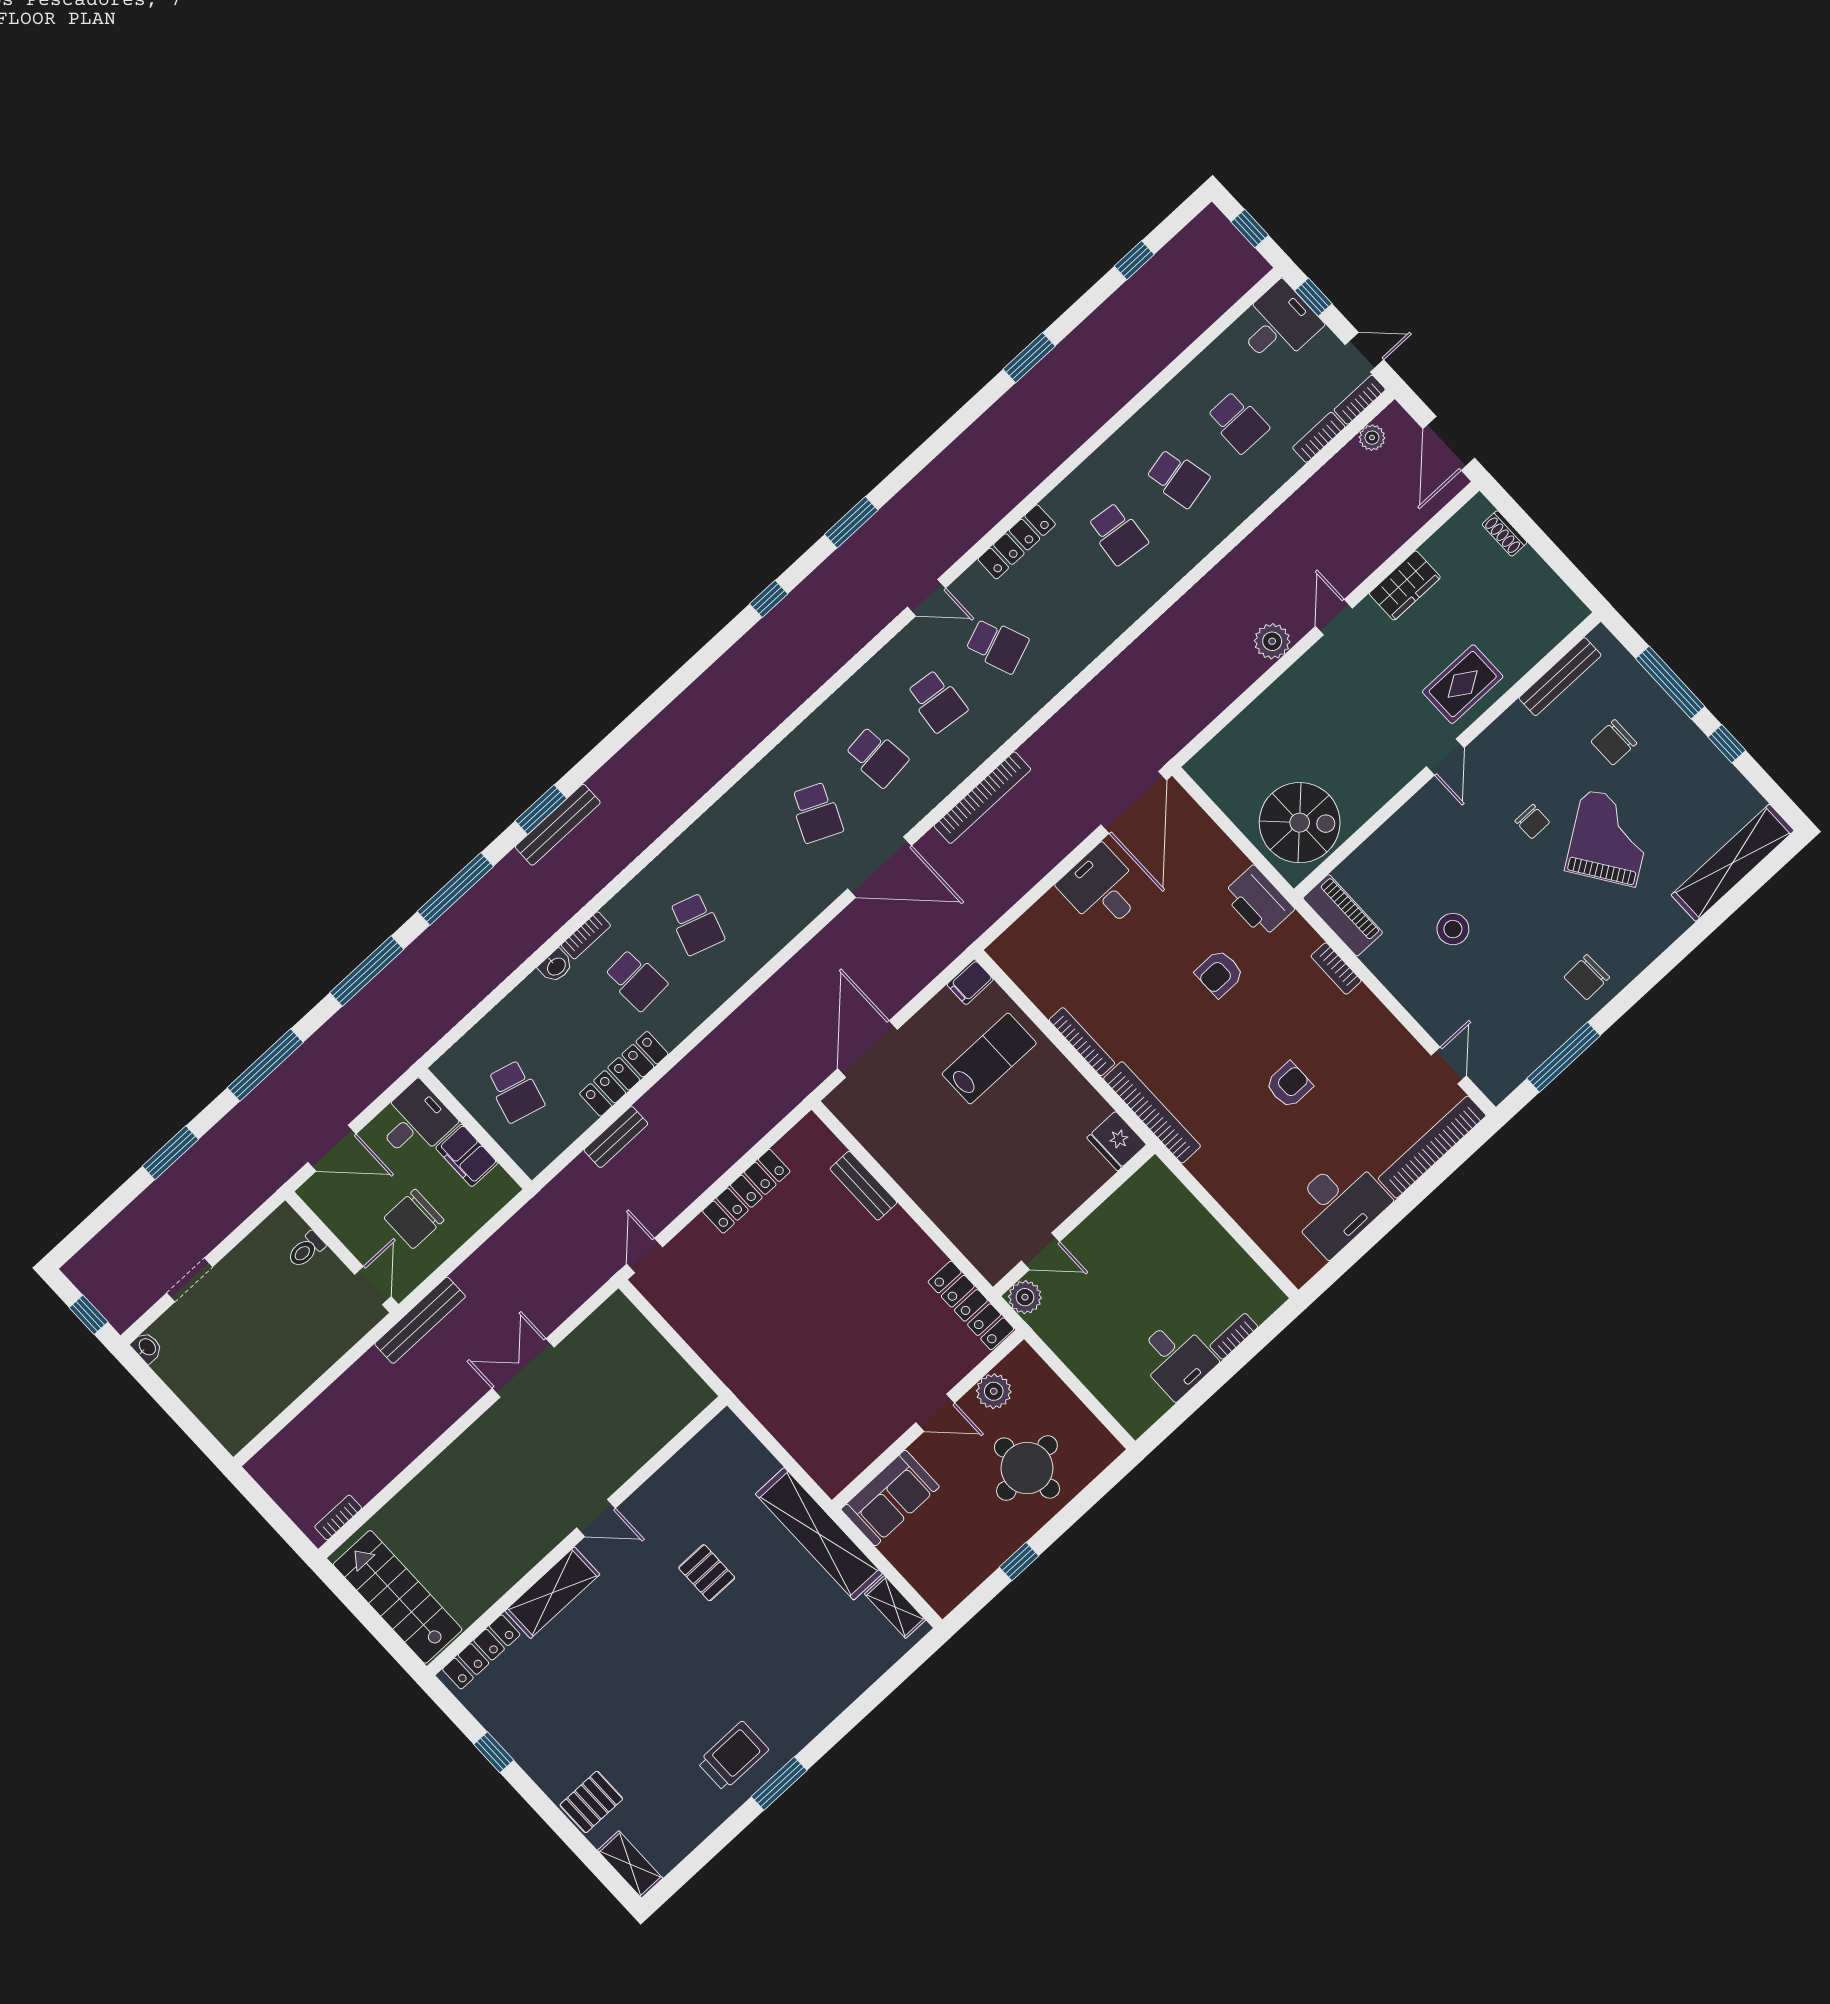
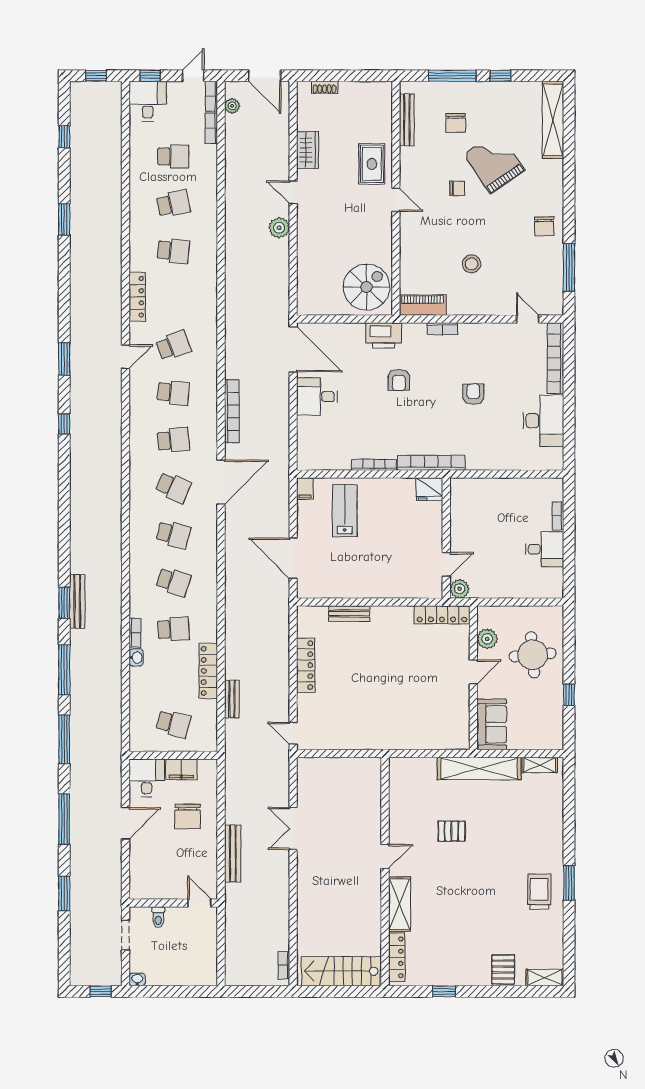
school desk: (756, 868) -> (173, 535), added
toilet: (306, 1250) -> (158, 917), moved
wall: (342, 1252) -> (173, 903), moved
door: (373, 1285) -> (200, 903), moved

